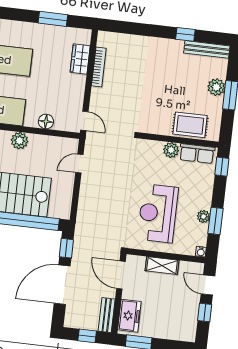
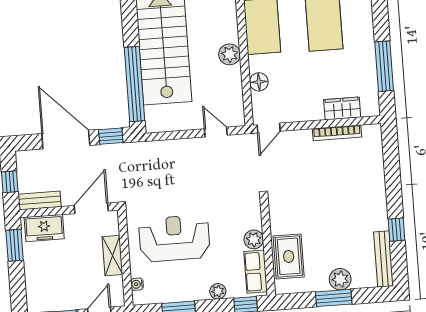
window: (53, 19) -> (384, 66), width x1.44
plant: (203, 216) -> (218, 291), moved
water cooler: (201, 252) -> (137, 284), moved

